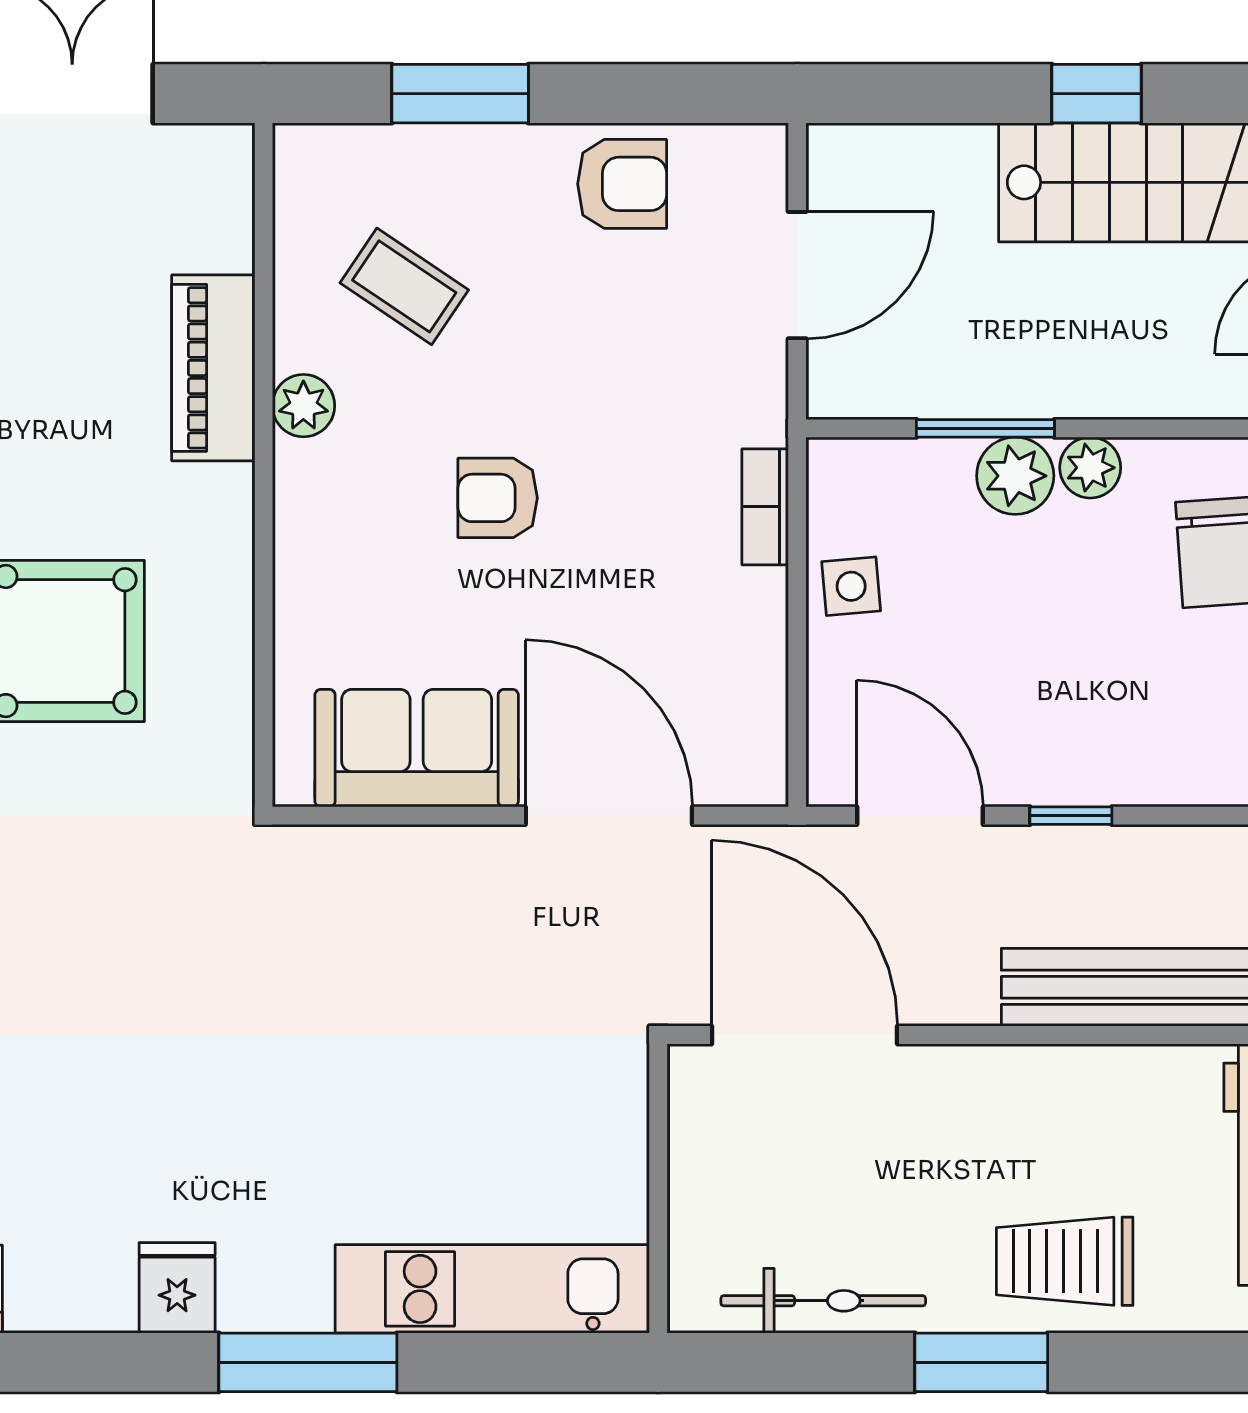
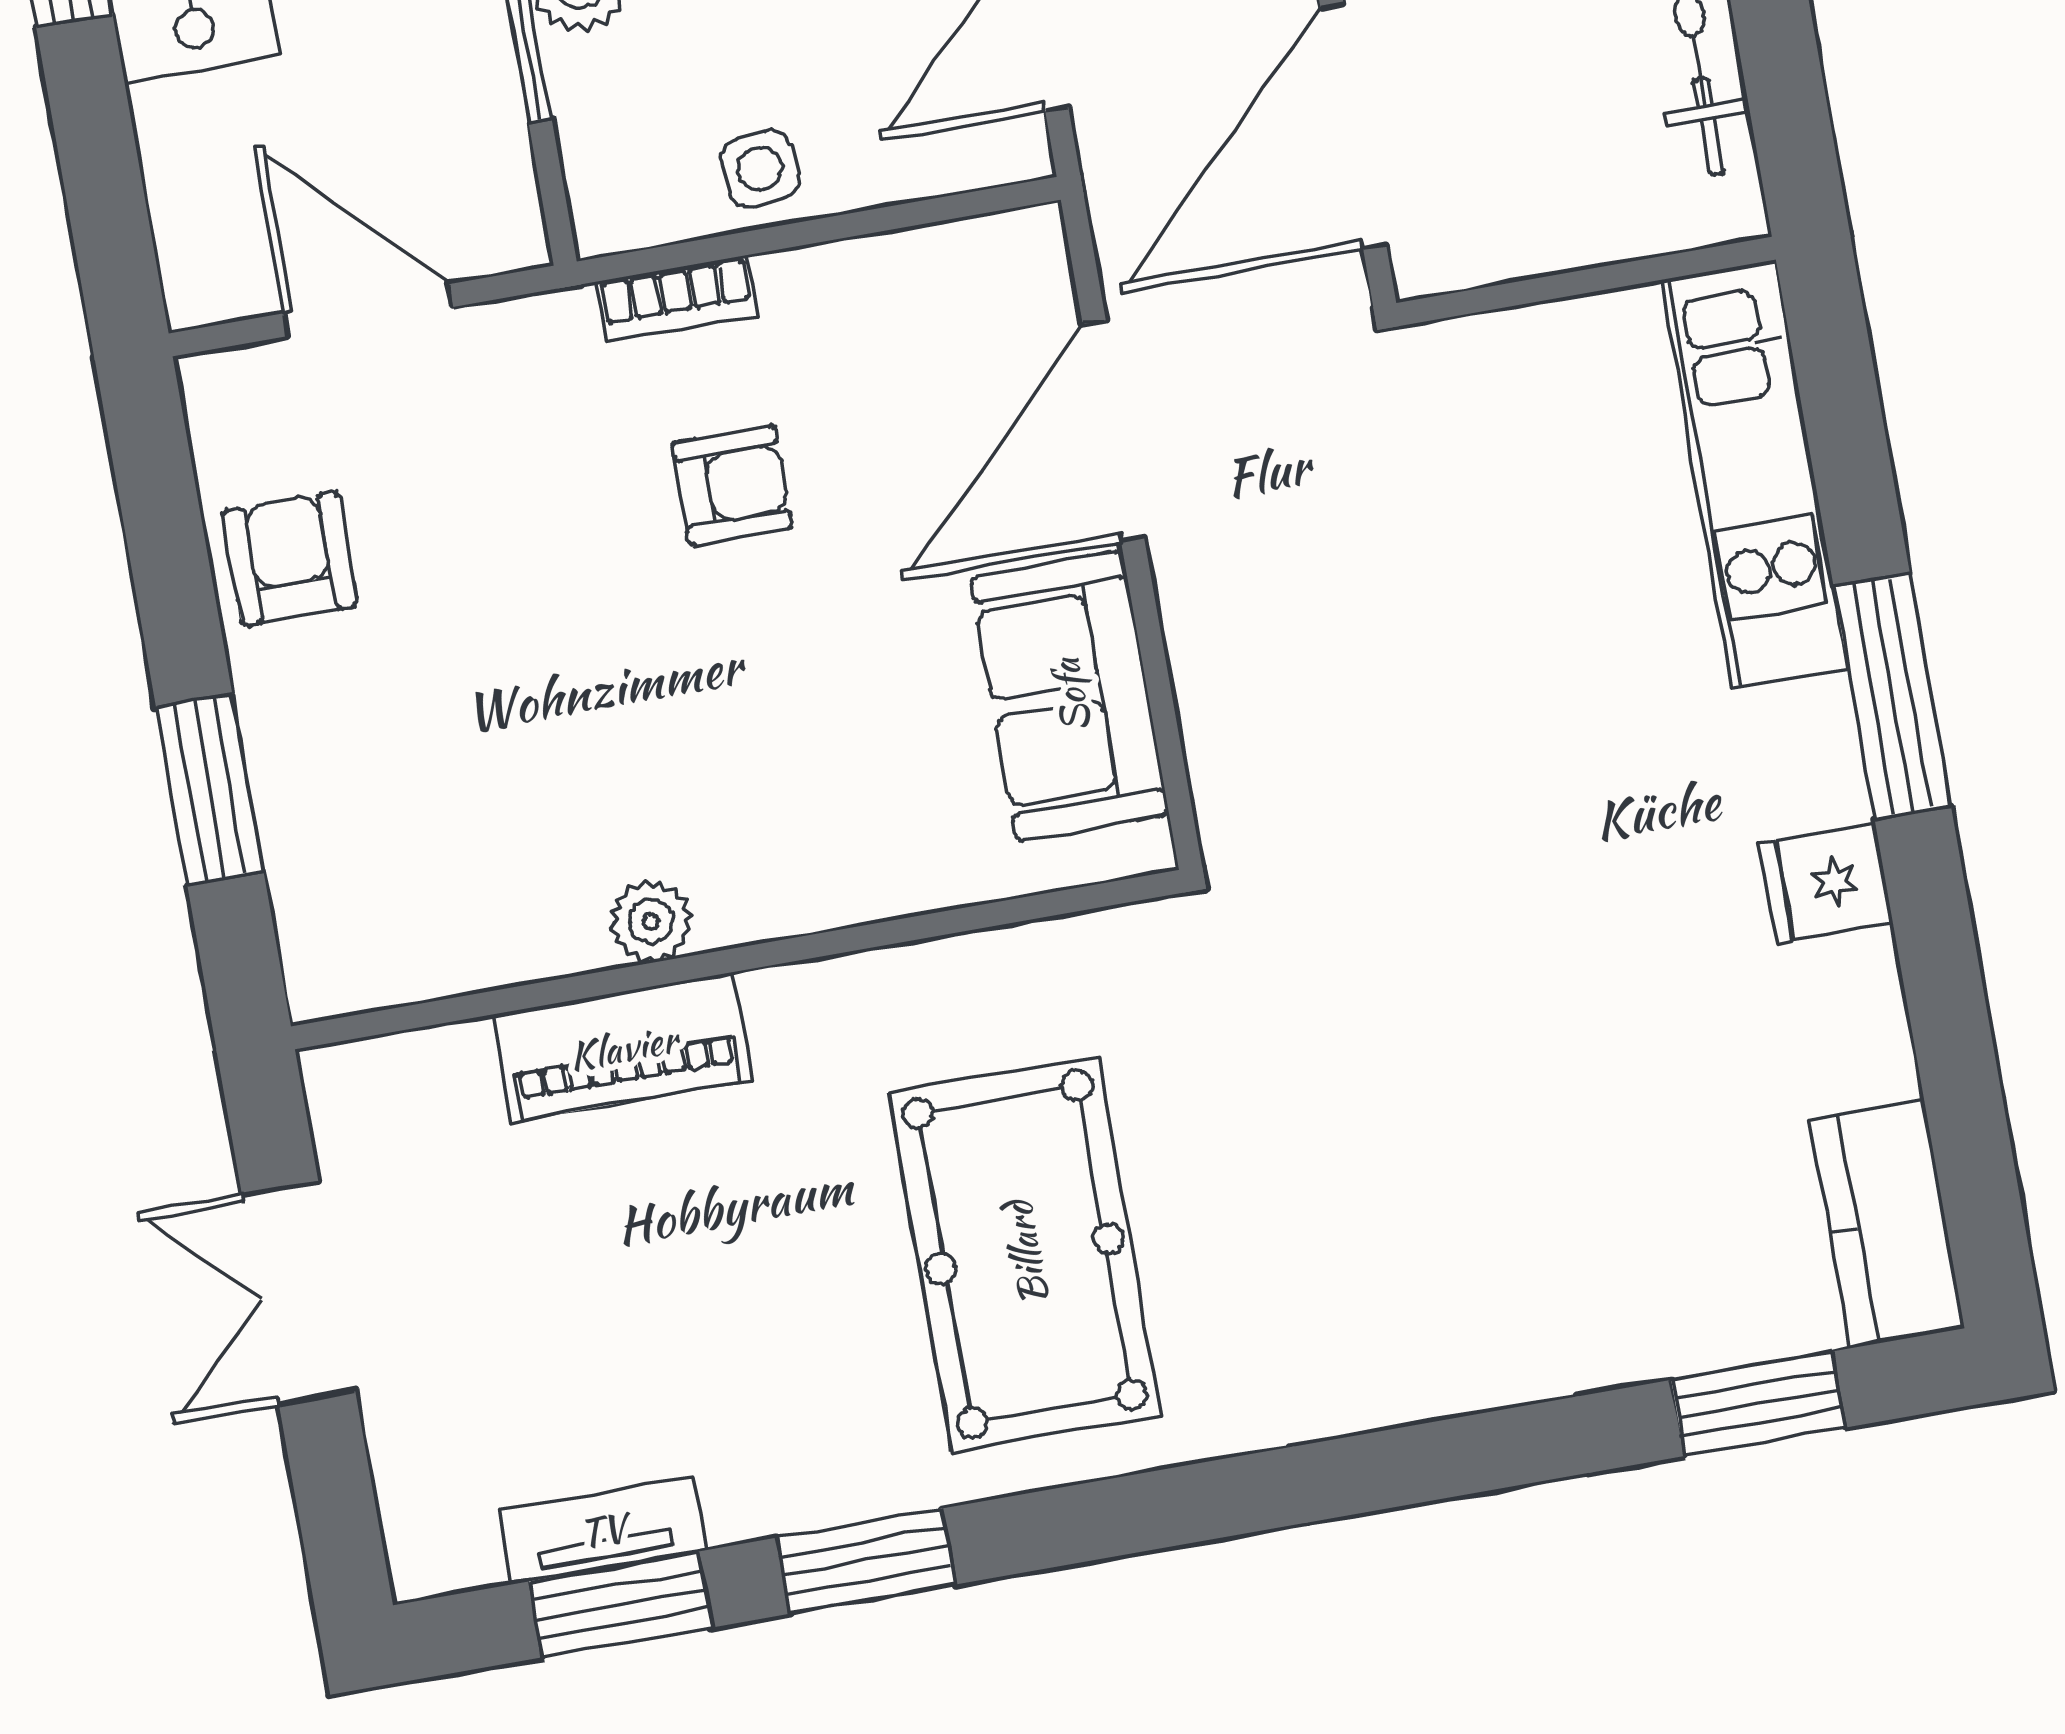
coffee table: (404, 286) -> (473, 818), removed
armchair: (498, 498) -> (732, 485), moved, turned -90

